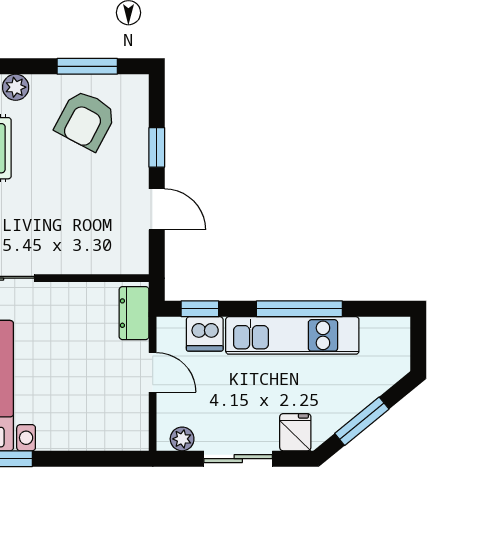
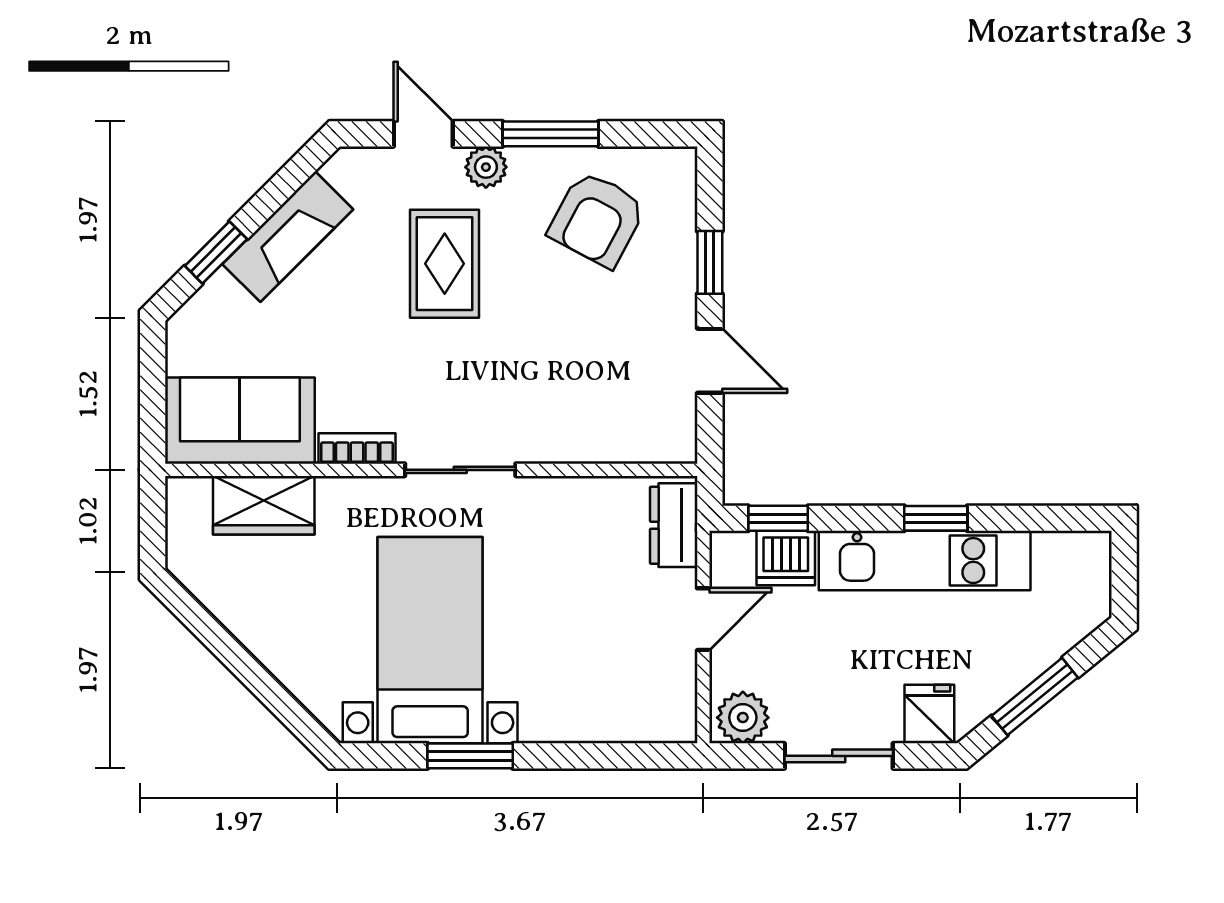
window: (87, 66) -> (550, 134), moved
window: (299, 309) -> (936, 518), width x0.46
door: (153, 372) -> (703, 619), hinge flipped
plant: (182, 439) -> (743, 718), width x1.38, depth x1.38

